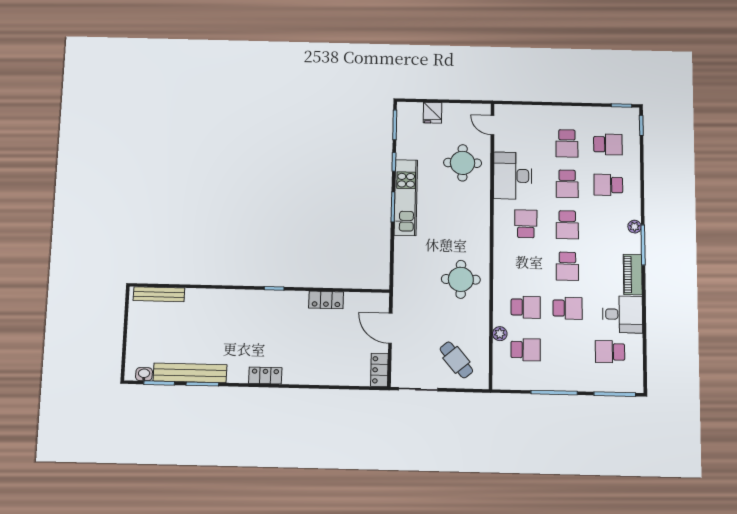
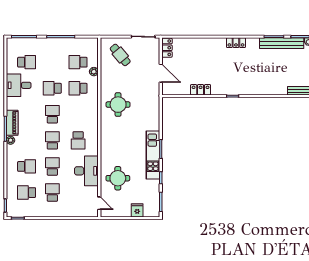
piano: (633, 275) -> (12, 123), moved

